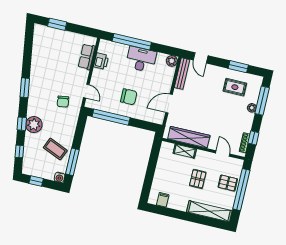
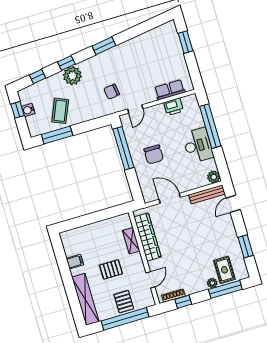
rug: (235, 87) -> (224, 270), moved
water cooler: (60, 177) -> (28, 110), moved
filing cabinet: (163, 200) -> (75, 262), moved

